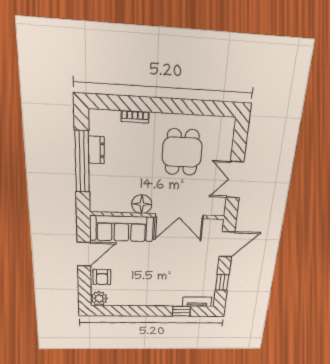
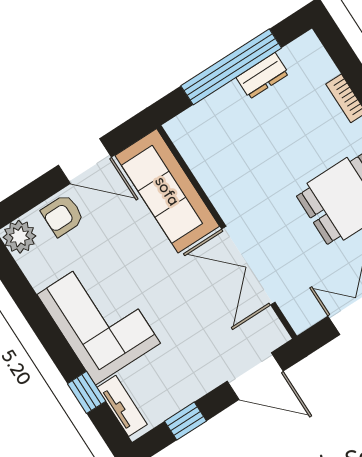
floor lamp: (142, 204) -> (228, 195), removed
corner sofa: (156, 289) -> (99, 319), added

